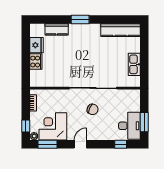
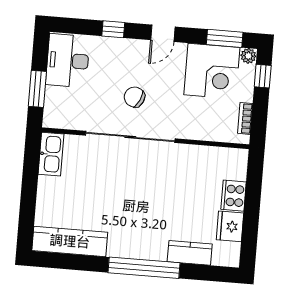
window: (80, 20) -> (144, 268), width x2.11
kitchen sink: (134, 64) -> (51, 154), moved
window: (144, 122) -> (37, 89), moved
window: (121, 144) -> (113, 29), moved

